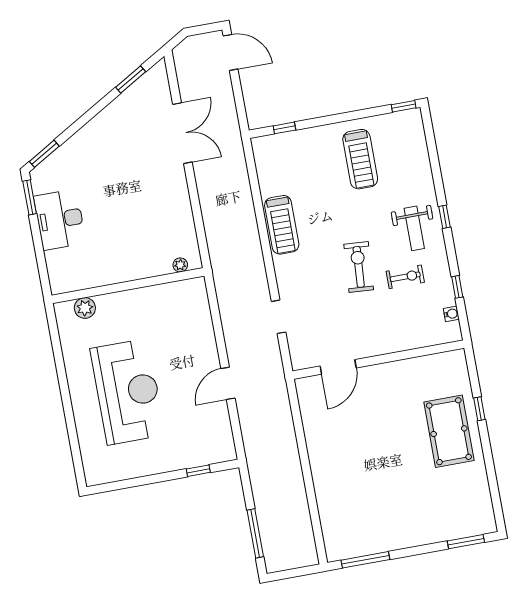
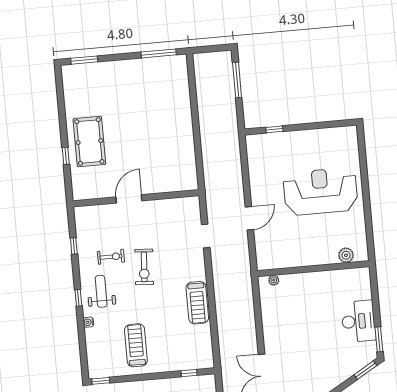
treadmill: (282, 225) -> (197, 303), turned 180
exercise bike: (405, 277) -> (111, 257), turned 180
water cooler: (451, 314) -> (88, 322), moved
door: (338, 367) -> (129, 199), moved
door: (228, 383) -> (249, 218), moved
reception desk: (128, 392) -> (320, 191), turned 90

